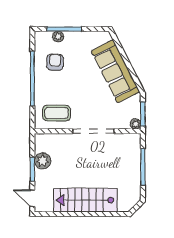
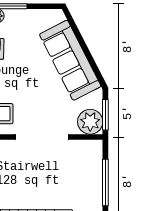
plant: (136, 124) -> (90, 122), width x1.88, depth x1.88

